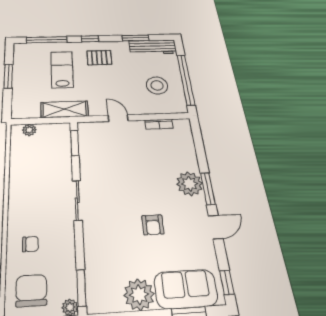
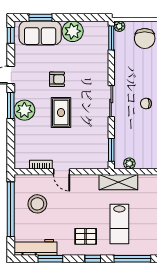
door: (118, 118) -> (62, 172), moved
plant: (29, 130) -> (129, 163), moved
rug: (142, 183) -> (61, 113), added
armchair: (153, 225) -> (57, 79), turned 90
chair: (30, 244) -> (146, 104), moved

